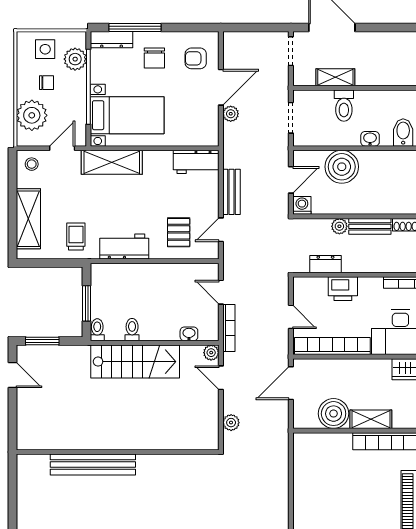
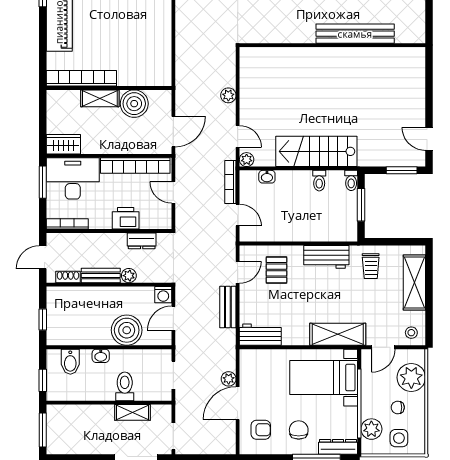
wall: (118, 452) -> (332, 45), moved
bench: (93, 464) -> (355, 34), moved

